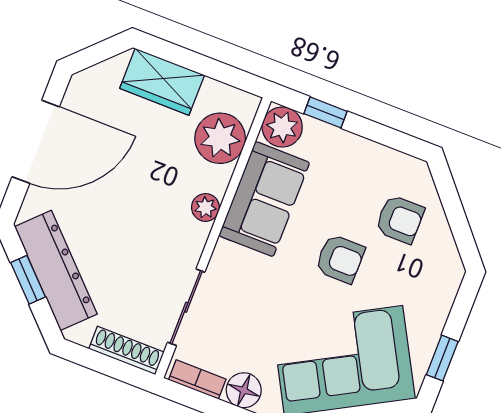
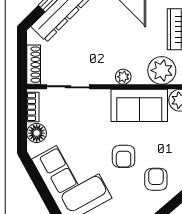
armchair: (400, 219) -> (156, 179), turned 180

